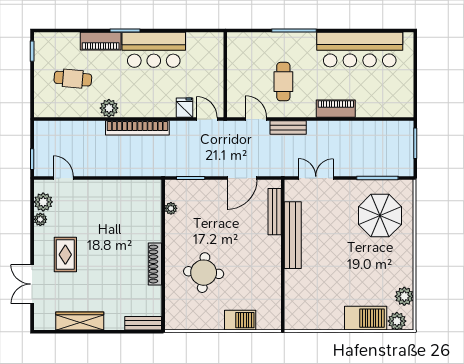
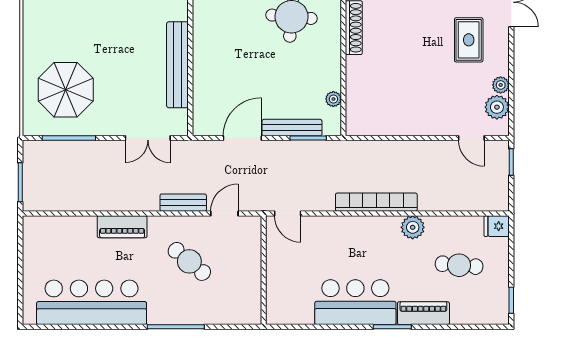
cafe table: (283, 82) -> (189, 261), turned -50
fridge: (185, 108) -> (497, 226), moved, turned 90
door: (256, 119) -> (224, 214), swing flipped
bench: (275, 212) -> (292, 128), moved, turned 90

